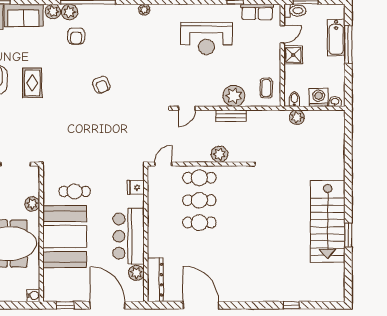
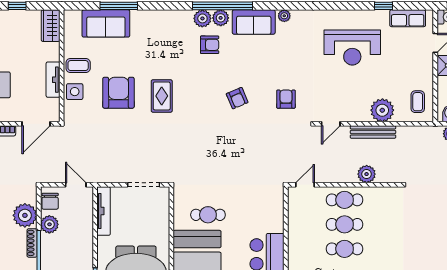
plant: (53, 11) -> (221, 18), moved
sofa: (24, 15) -> (254, 22), moved
armchair: (76, 36) -> (210, 45), turned -90
armchair: (146, 86) -> (286, 99), added
bench: (231, 116) -> (373, 132), width x1.36
fridge: (136, 187) -> (275, 210), removed
plant: (32, 204) -> (162, 228), removed

